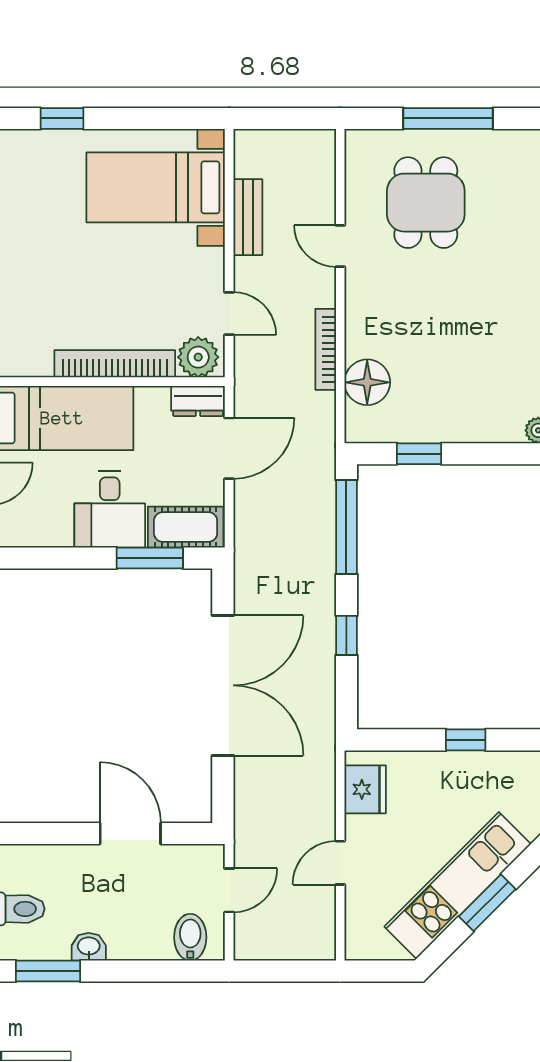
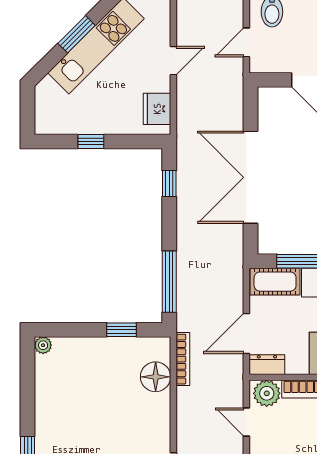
bookcase: (326, 349) -> (183, 359), moved
window: (346, 635) -> (169, 184), moved

